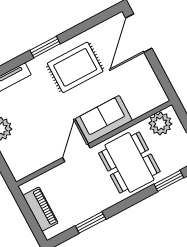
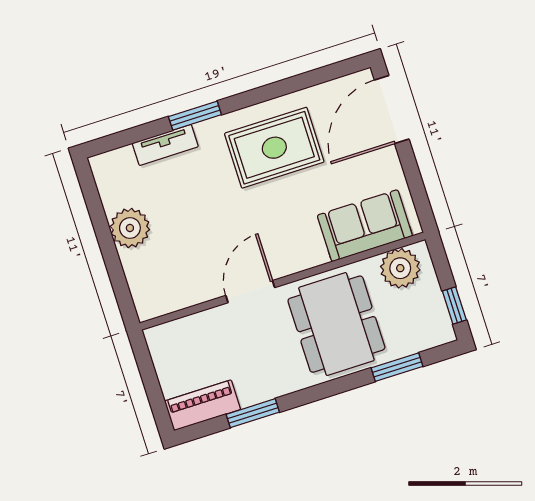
window: (45, 47) -> (195, 116), moved
sofa: (104, 120) -> (365, 226), moved
piano: (40, 209) -> (202, 405), moved, turned -90

